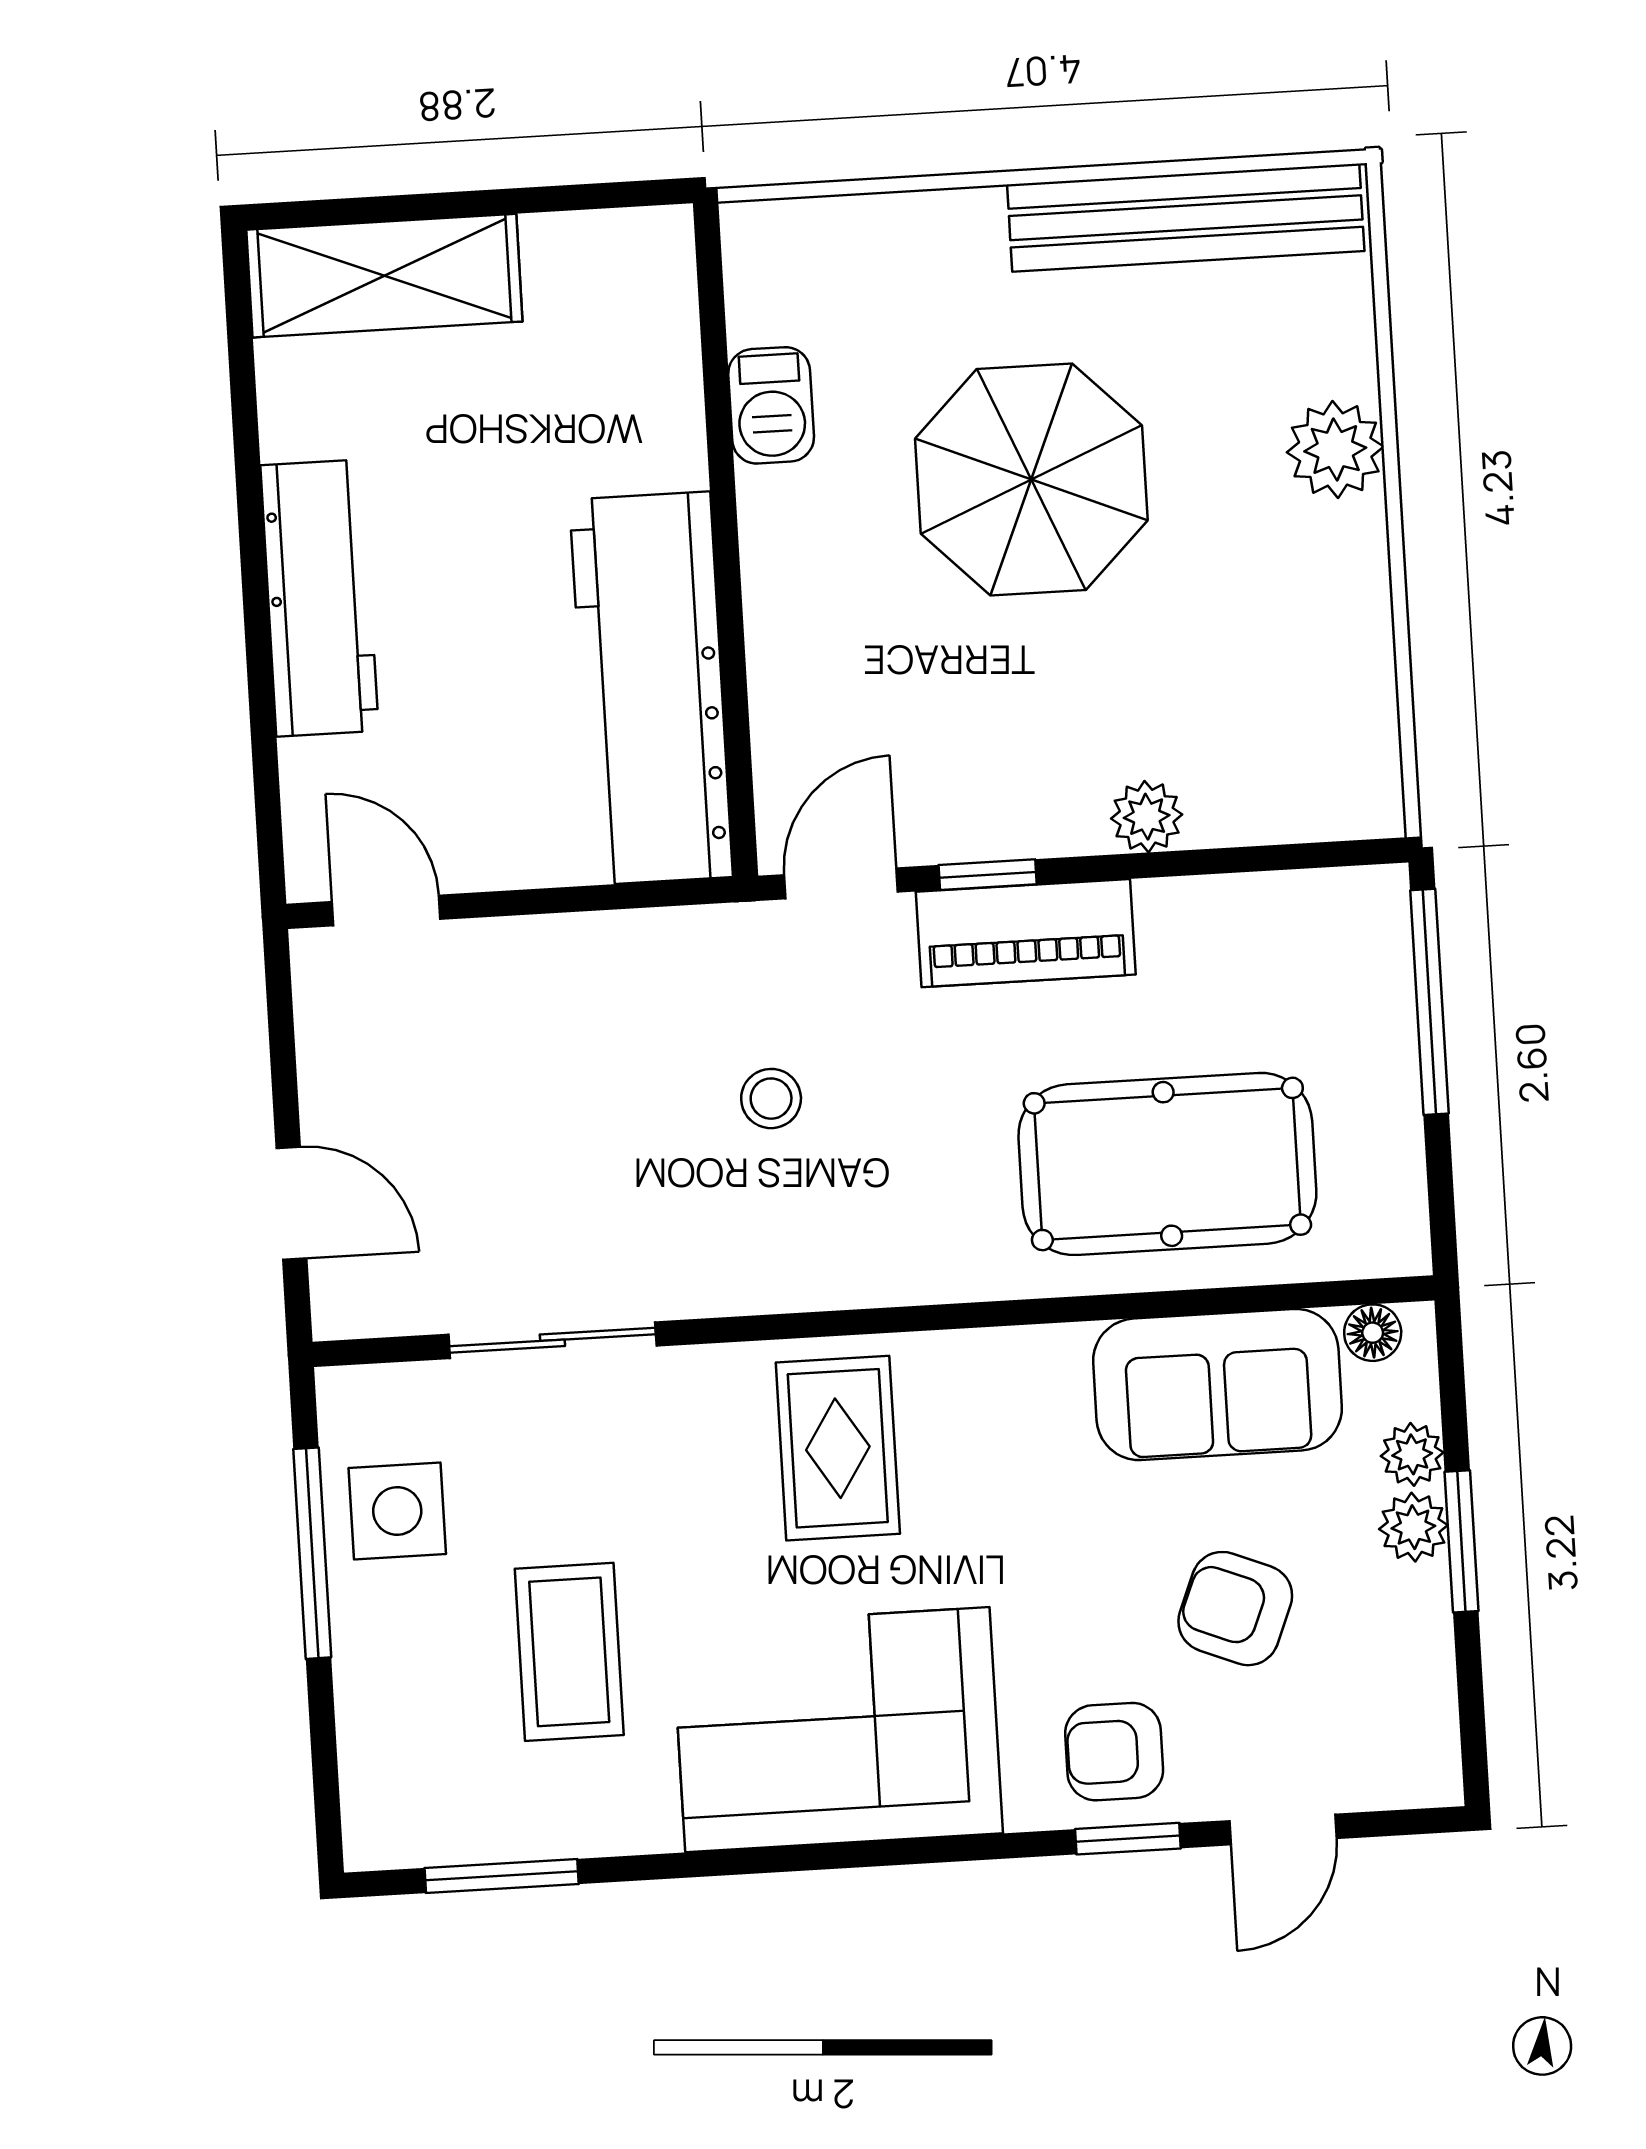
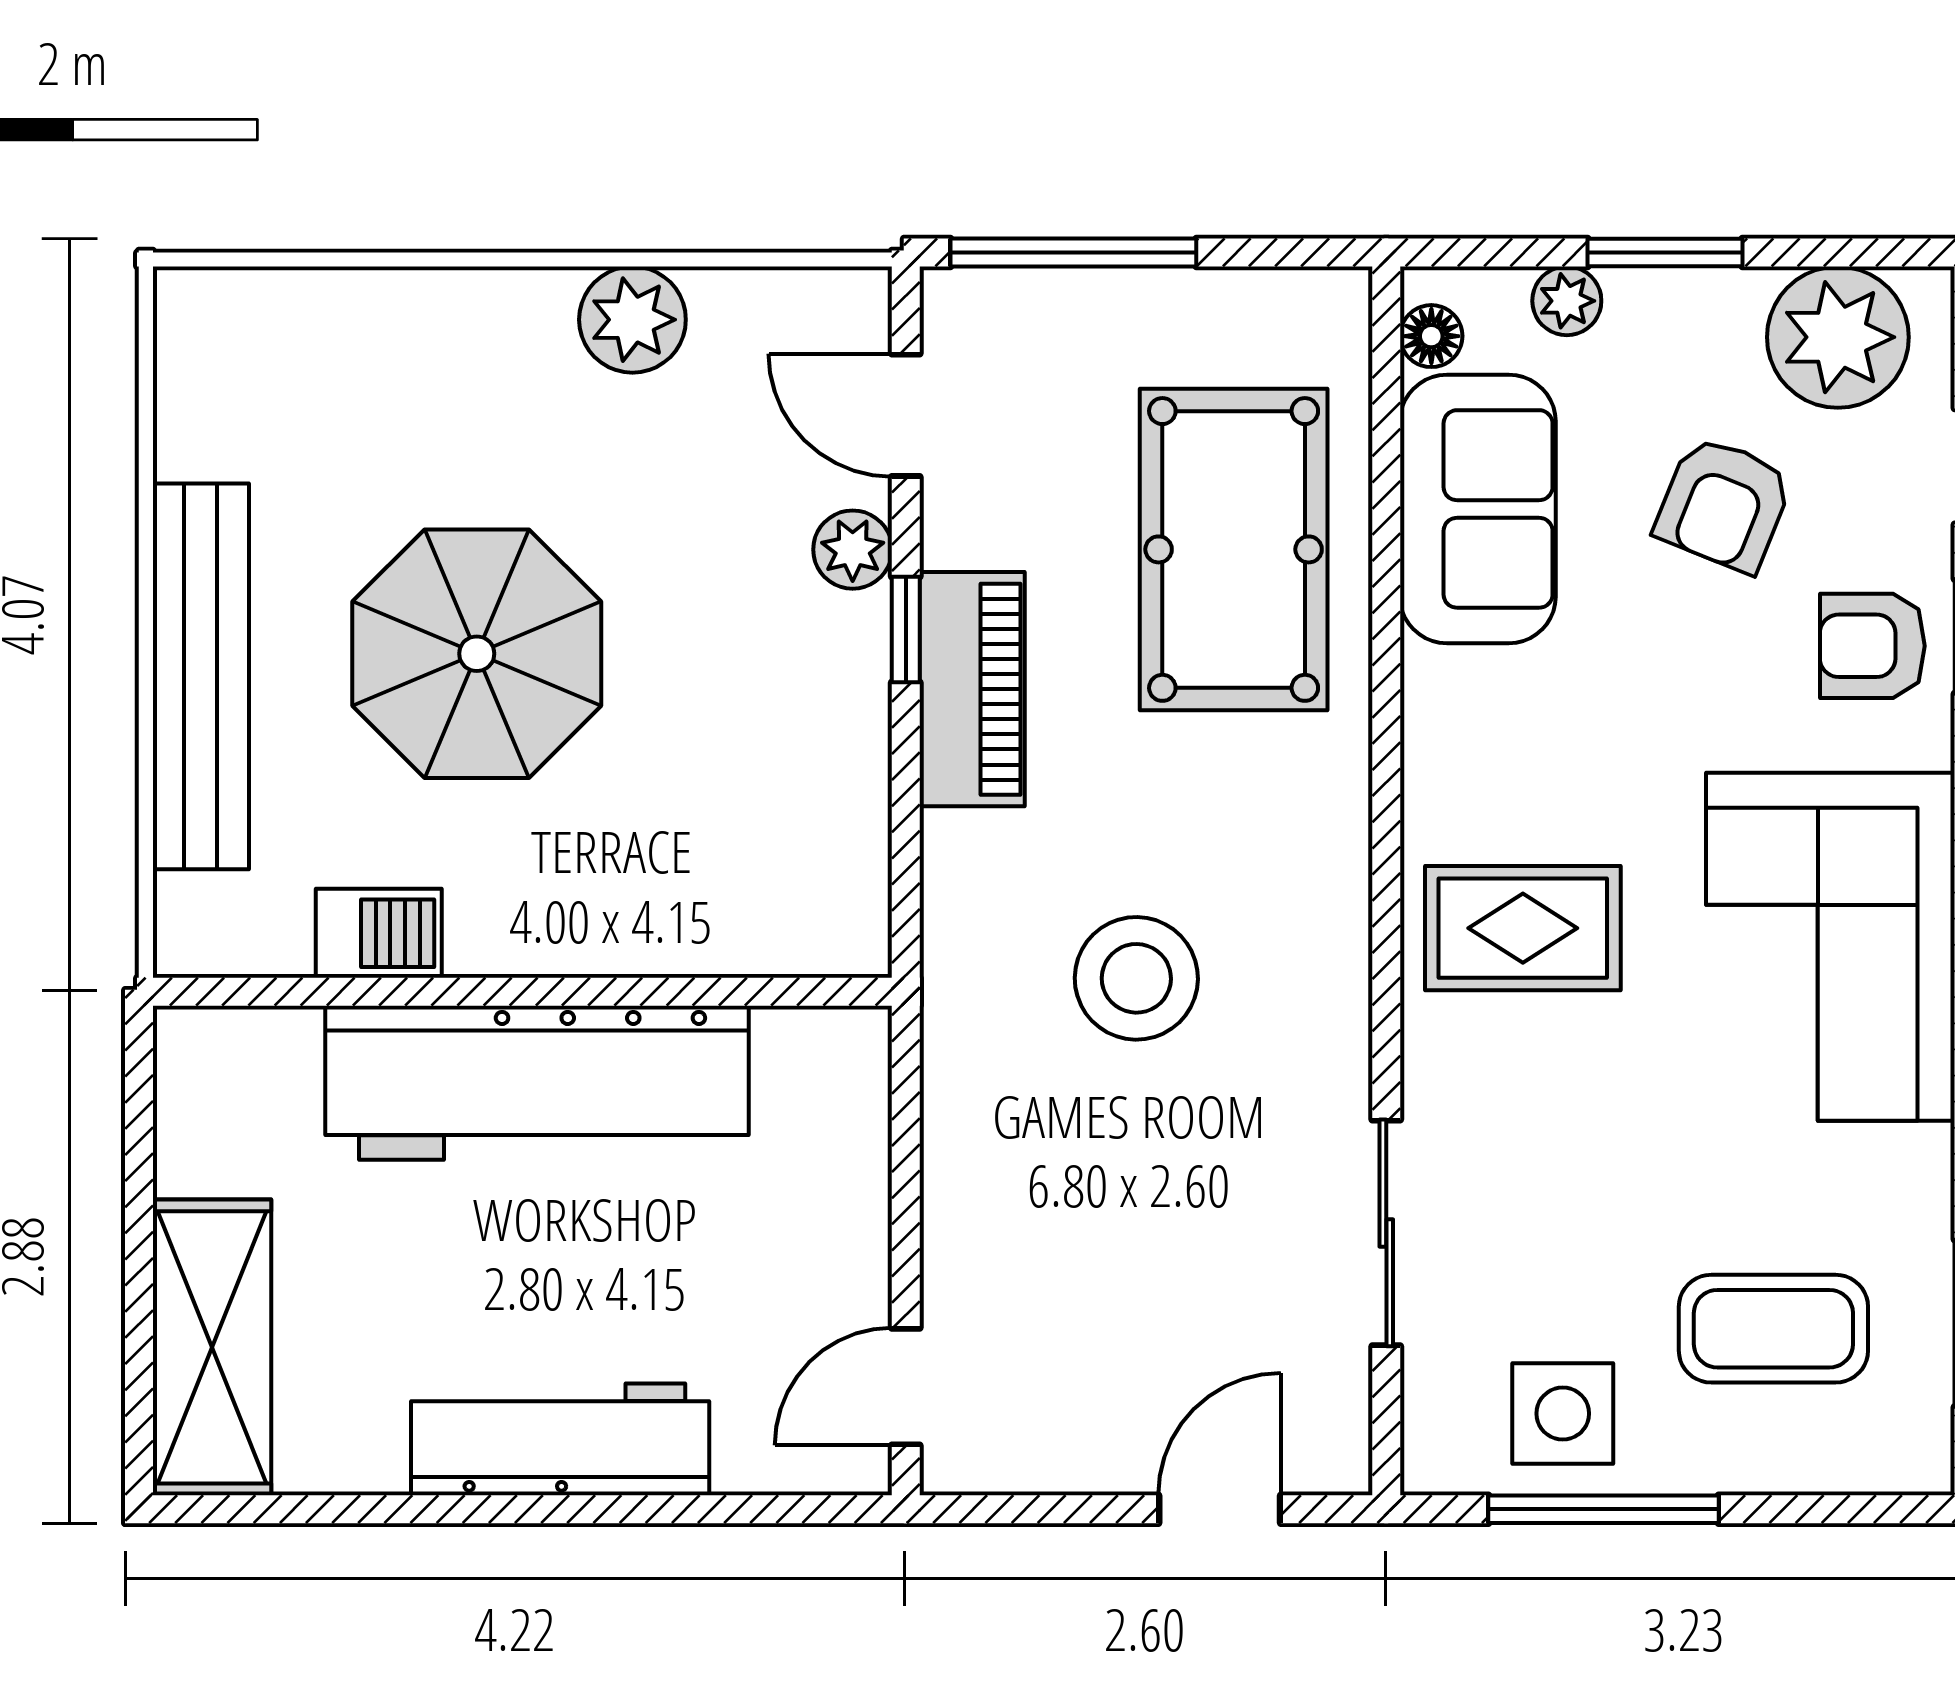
bench: (1186, 218) -> (201, 676), moved
plant: (1335, 449) -> (632, 320), moved
workbench: (651, 688) -> (537, 1083), moved
window: (988, 875) -> (906, 629), moved
door: (841, 883) -> (906, 415), moved
stool: (771, 1099) -> (1136, 978), width x1.89, depth x1.89
plant: (1413, 1527) -> (1838, 337), moved, width x1.88, depth x1.88
coffee table: (569, 1652) -> (1773, 1329), moved
armchair: (1114, 1752) -> (1872, 646), turned 90

